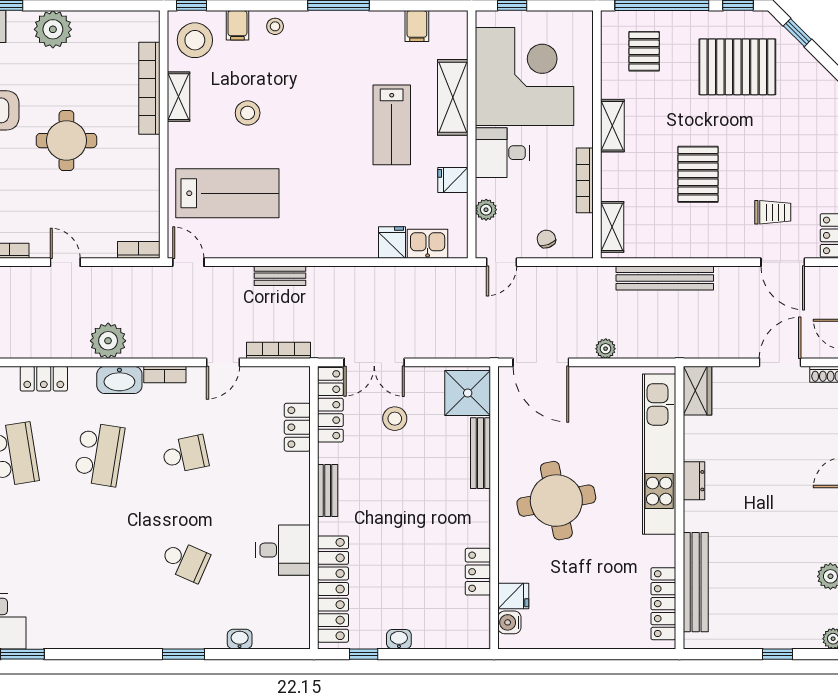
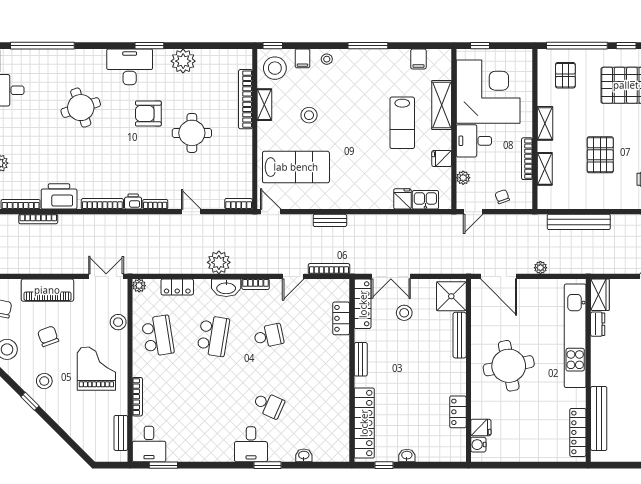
shelving: (612, 227) -> (545, 169), moved
dresser: (694, 481) -> (598, 324), moved
desk: (283, 550) -> (251, 444), moved, turned 90

